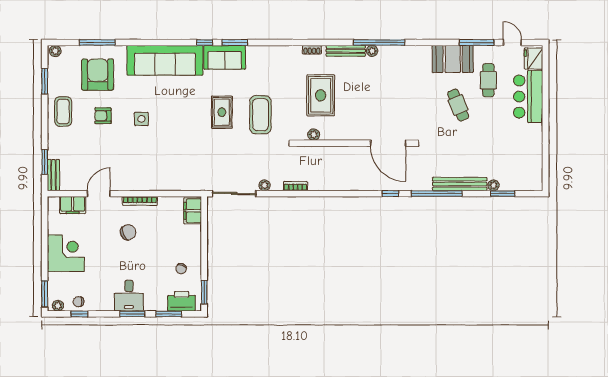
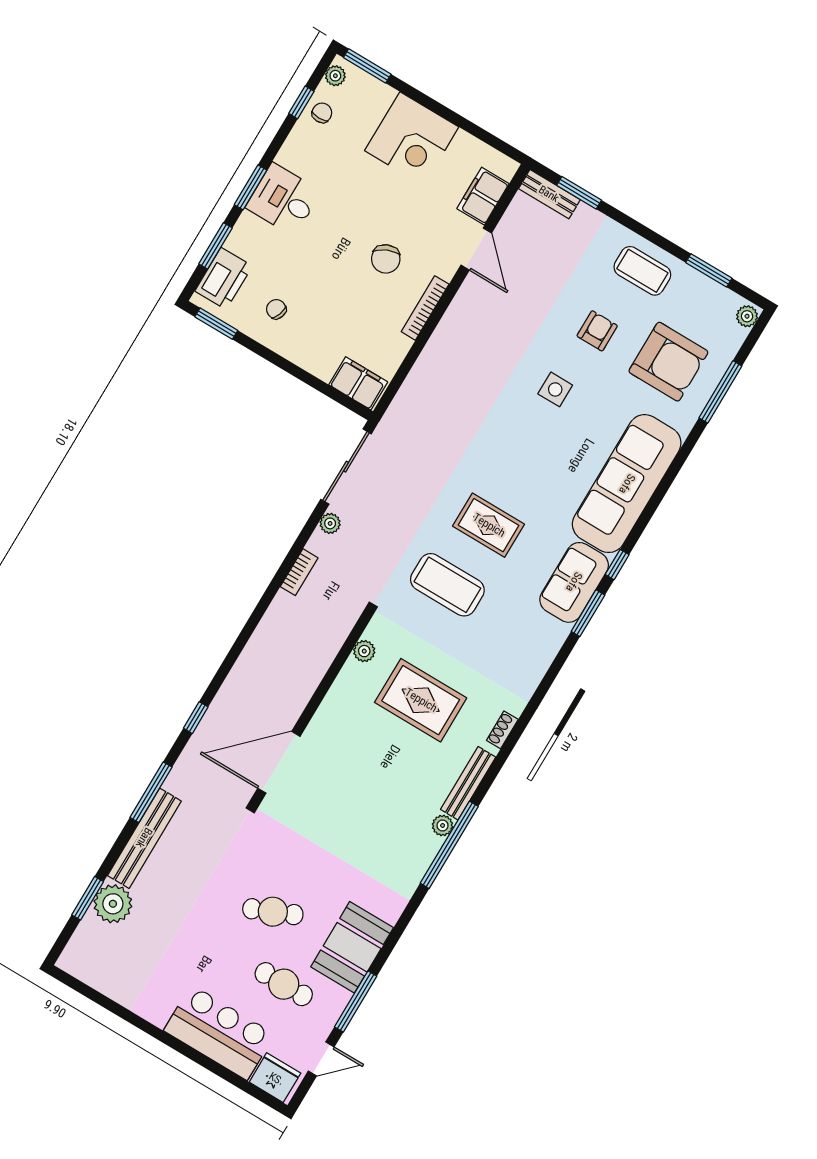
plant: (494, 185) -> (113, 904), width x1.88, depth x1.88
window: (437, 194) -> (151, 792), width x0.68

